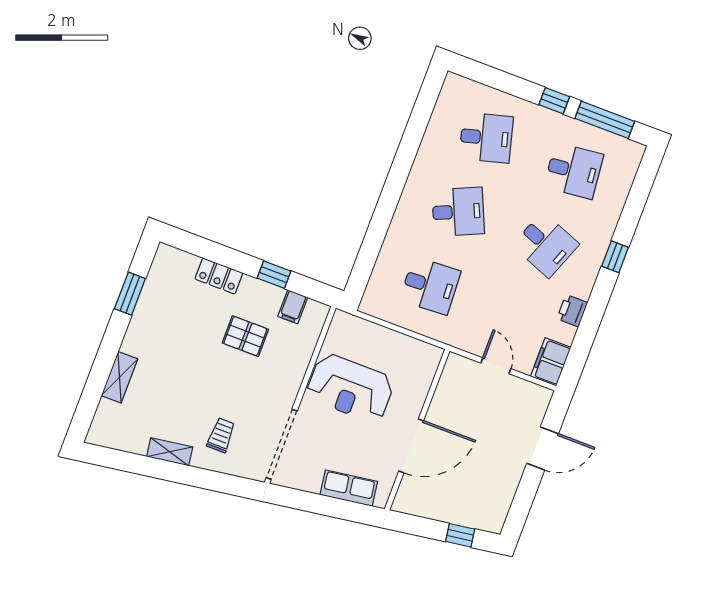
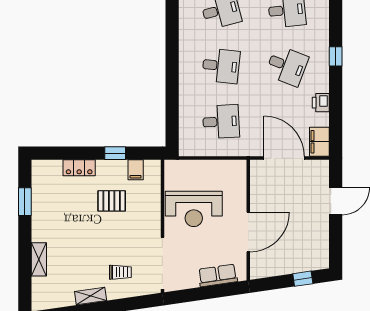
desk: (458, 212) -> (221, 66), turned 30
door: (496, 366) -> (284, 158), width x1.87
trolley: (221, 435) -> (120, 272), turned 90

